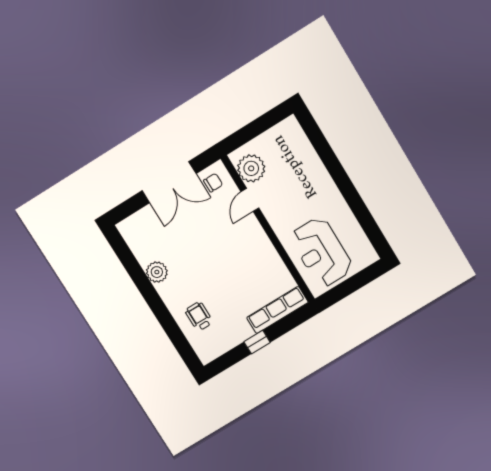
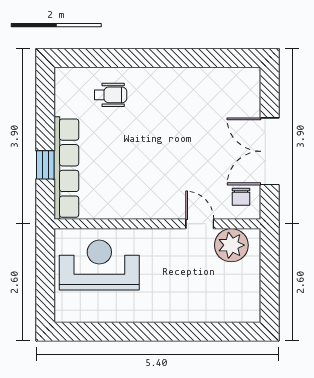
plant: (157, 272) -> (184, 80), removed
row of seats: (277, 310) -> (66, 168), width x1.36
window: (257, 342) -> (45, 165), moved

